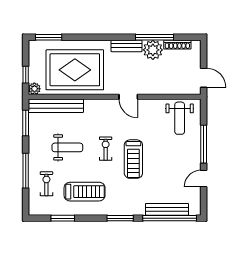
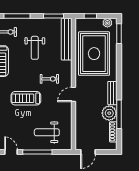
plant: (34, 89) -> (107, 23), moved
weight bench: (180, 118) -> (47, 132), moved
exercise bike: (106, 149) -> (49, 79), moved

